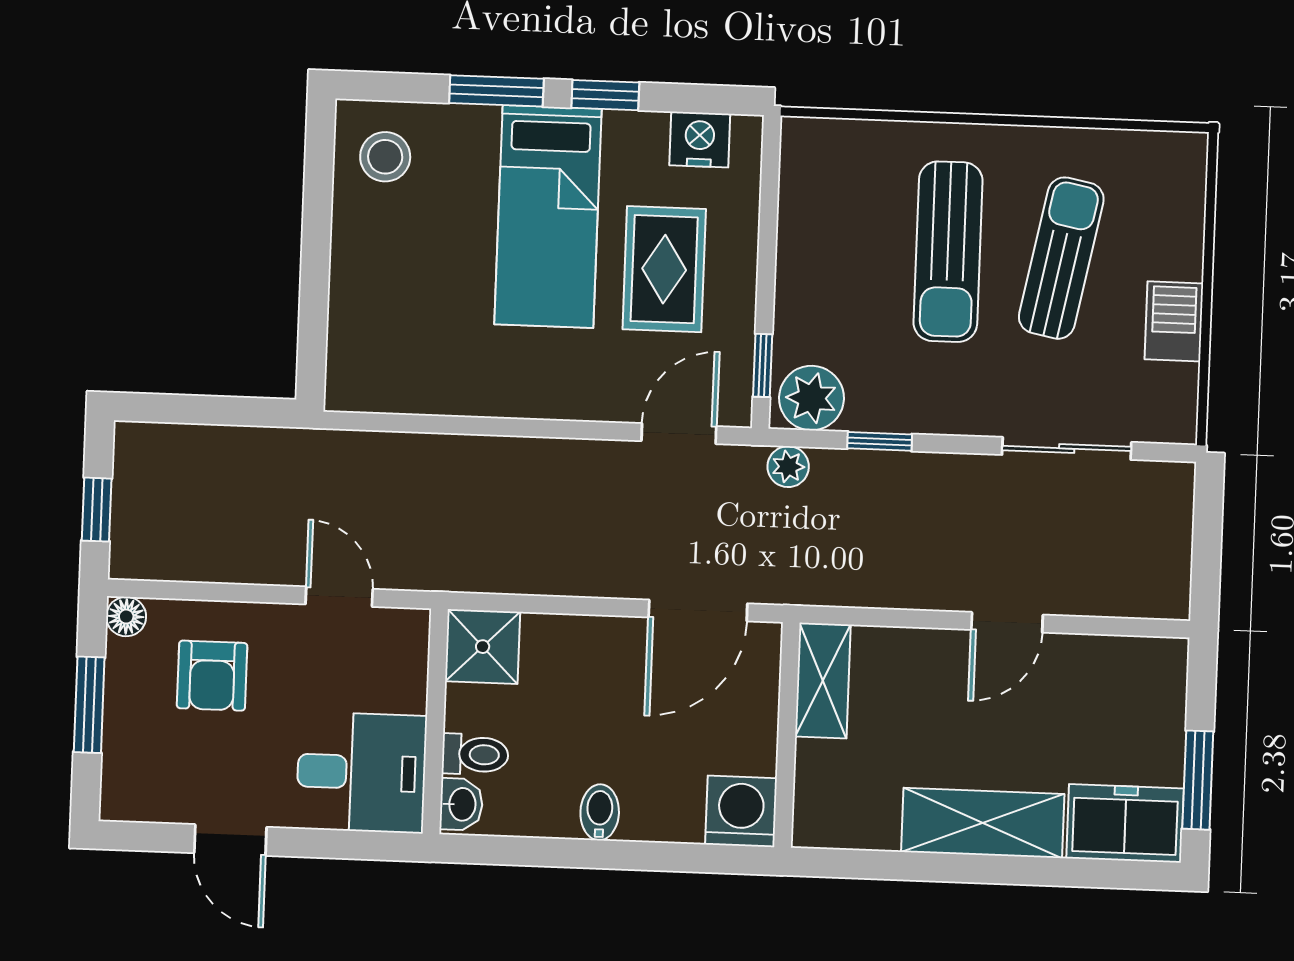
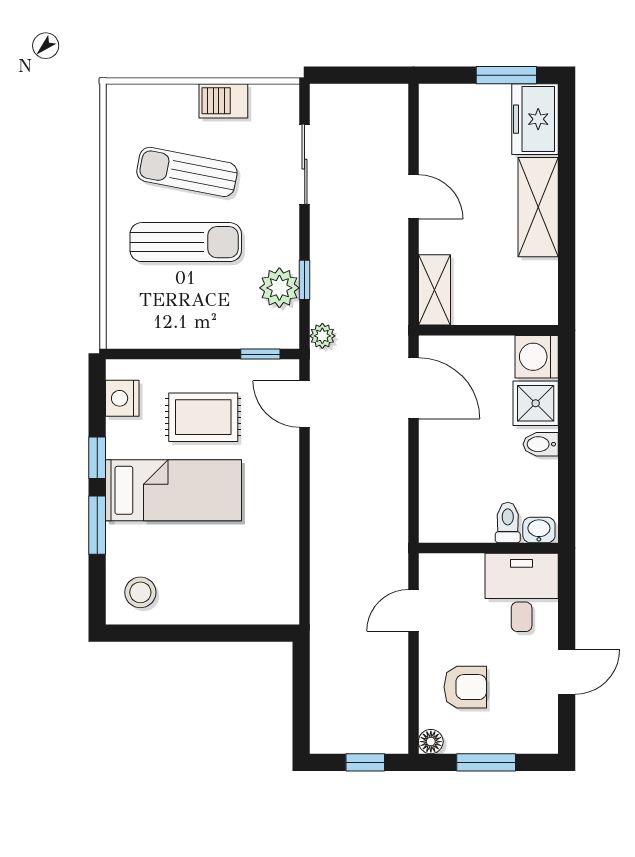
plant: (811, 398) -> (279, 288), moved
shower: (483, 647) -> (536, 403), moved
shelving: (823, 681) -> (434, 290), moved, turned 90

